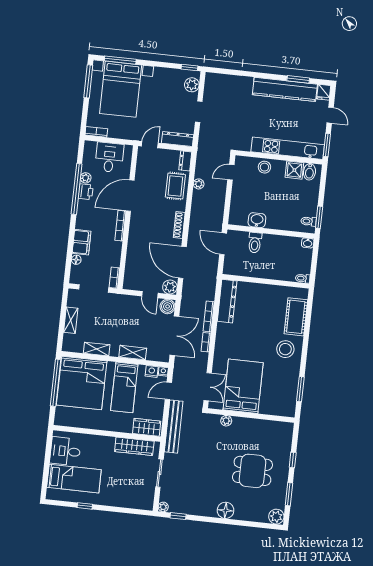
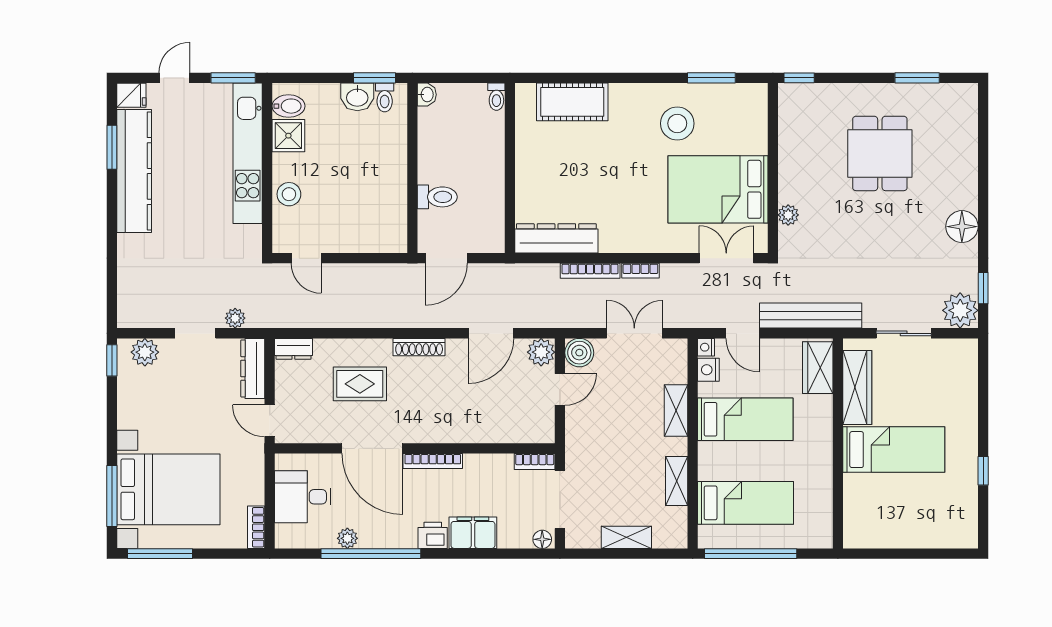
plant: (199, 184) -> (235, 318), moved
rug: (175, 186) -> (360, 384), moved
printer: (86, 192) -> (433, 535), moved
washbasin: (257, 220) -> (357, 97), moved, turned -90
floor lamp: (76, 260) -> (542, 539), moved
door: (182, 262) -> (491, 333), width x0.73
double door: (174, 336) -> (634, 333), width x0.73
stool: (285, 349) -> (677, 123), moved
bed: (82, 383) -> (746, 503), width x0.49
desk: (65, 451) -> (881, 520), removed
window: (293, 460) -> (799, 78), moved
bed: (74, 479) -> (894, 450), moved, turned 90
plant: (163, 507) -> (960, 310), width x1.88, depth x1.88
floor lamp: (226, 510) -> (962, 227), moved
plant: (276, 517) -> (963, 98), removed

